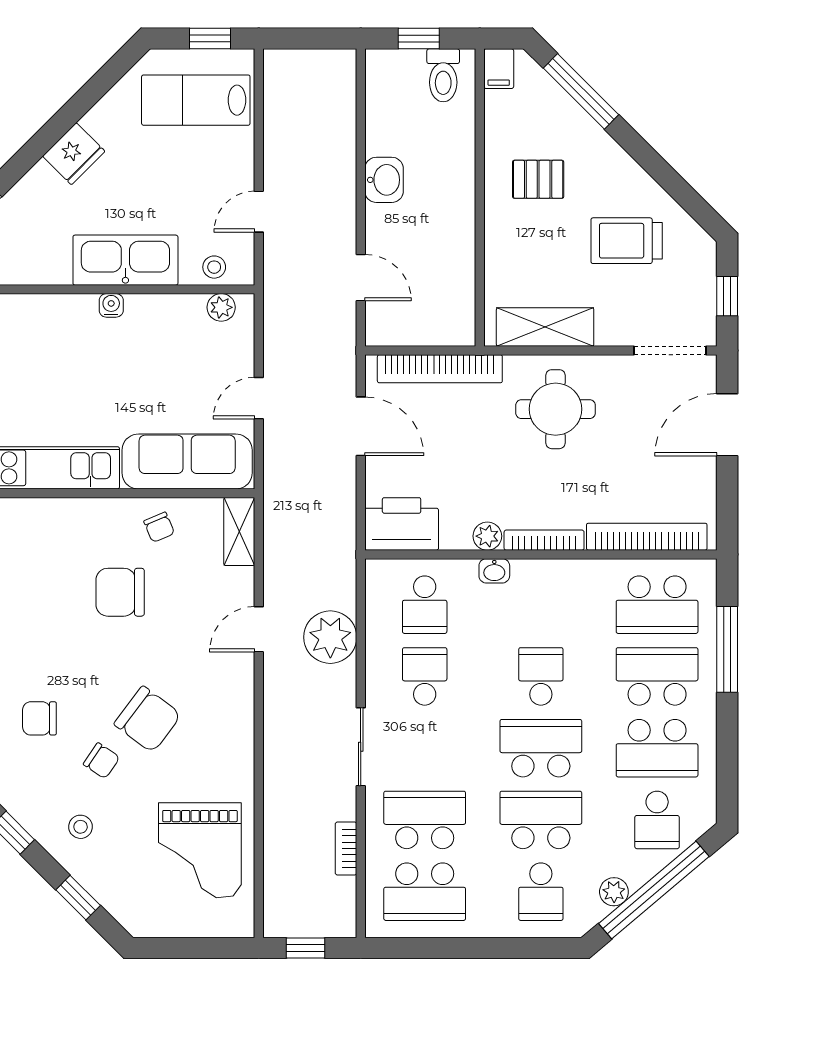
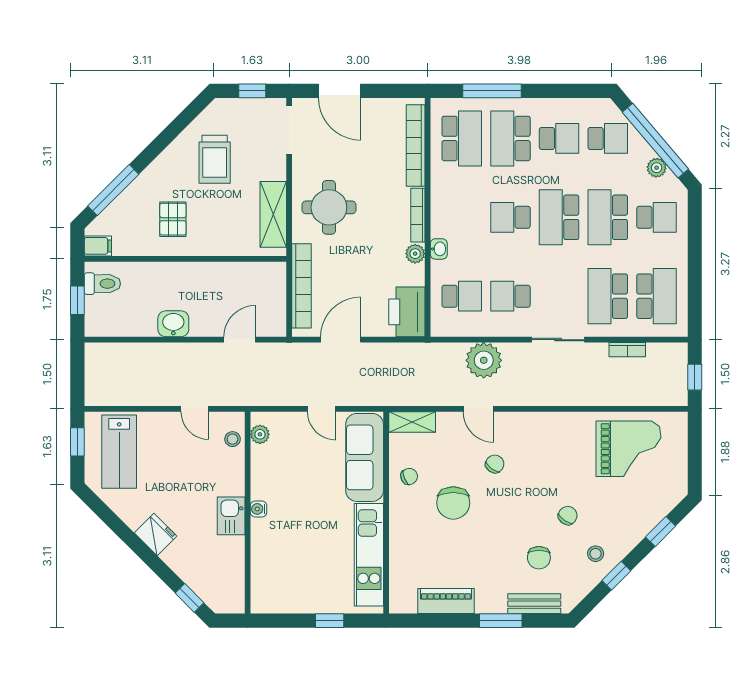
kitchen sink: (125, 260) -> (231, 516), width x0.53, depth x0.81
chair: (148, 719) -> (495, 464), moved, width x0.54, depth x0.54
school desk: (657, 748) -> (559, 138), width x0.54
stool: (81, 827) -> (596, 554), moved

